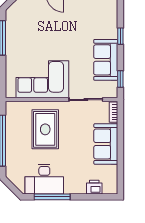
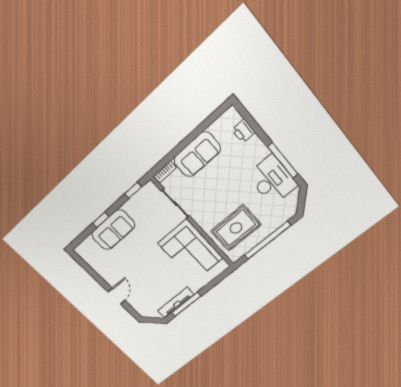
tv unit: (11, 31) -> (176, 303), added
sofa: (106, 60) -> (113, 230), moved
rug: (45, 129) -> (236, 228), moved

